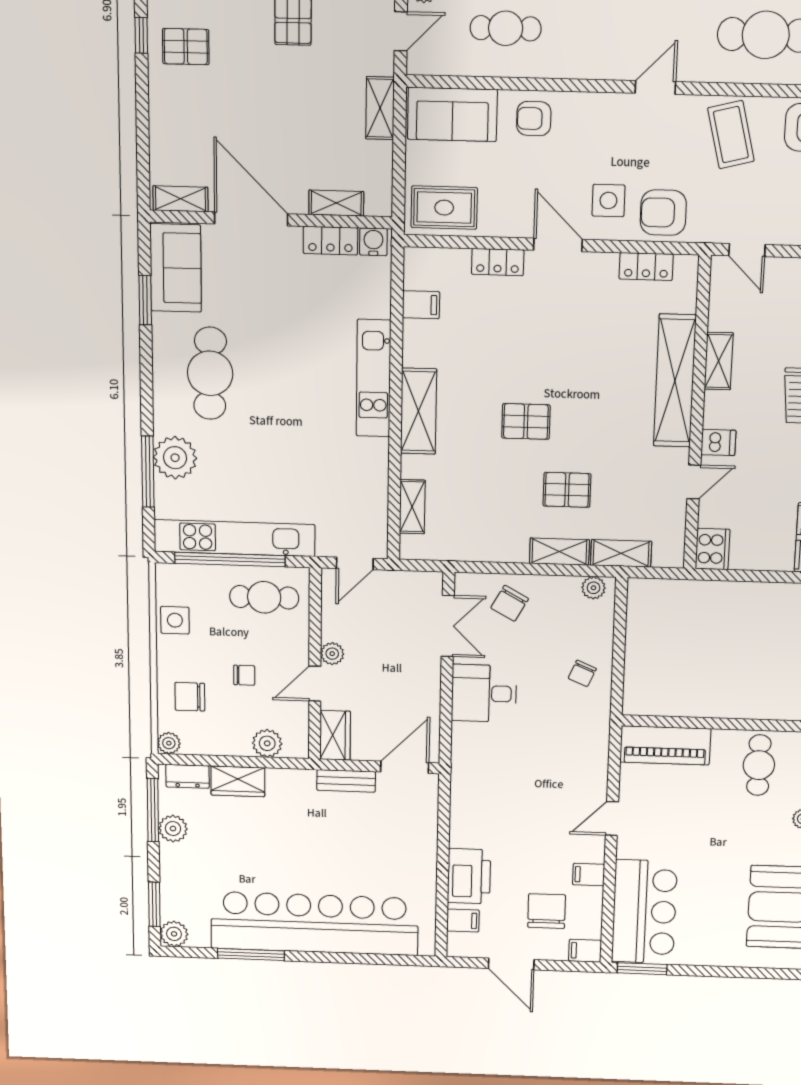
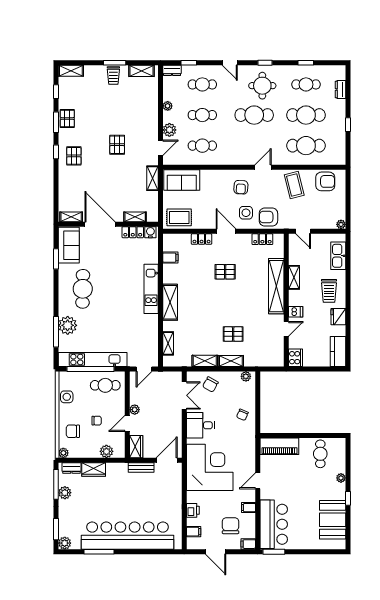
pallet: (186, 47) -> (74, 156), turned 90
armchair: (534, 119) -> (241, 187), moved, turned -87
pallet: (526, 421) -> (225, 272), moved
shelving: (621, 553) -> (205, 361), moved
corner desk: (503, 786) -> (210, 467), added
printer: (469, 876) -> (193, 510), width x0.53, depth x0.68

